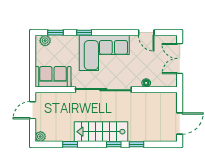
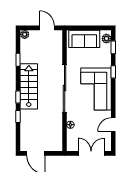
sofa: (53, 77) -> (84, 39), moved, turned 90

